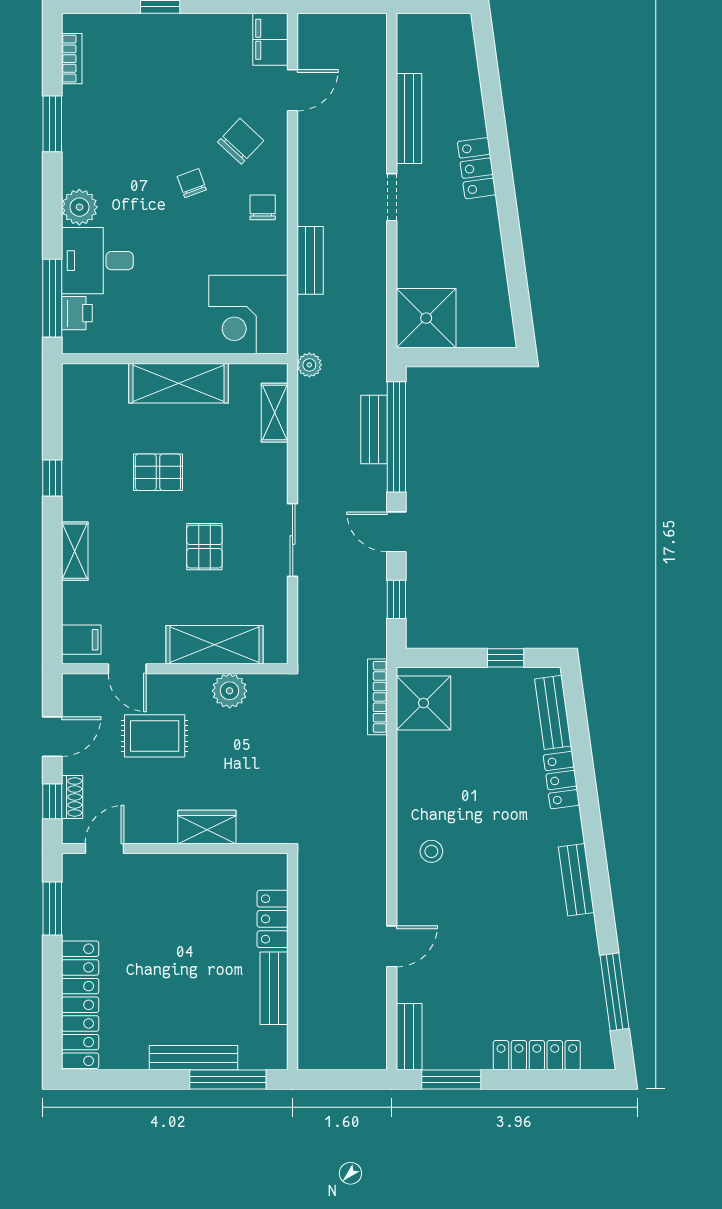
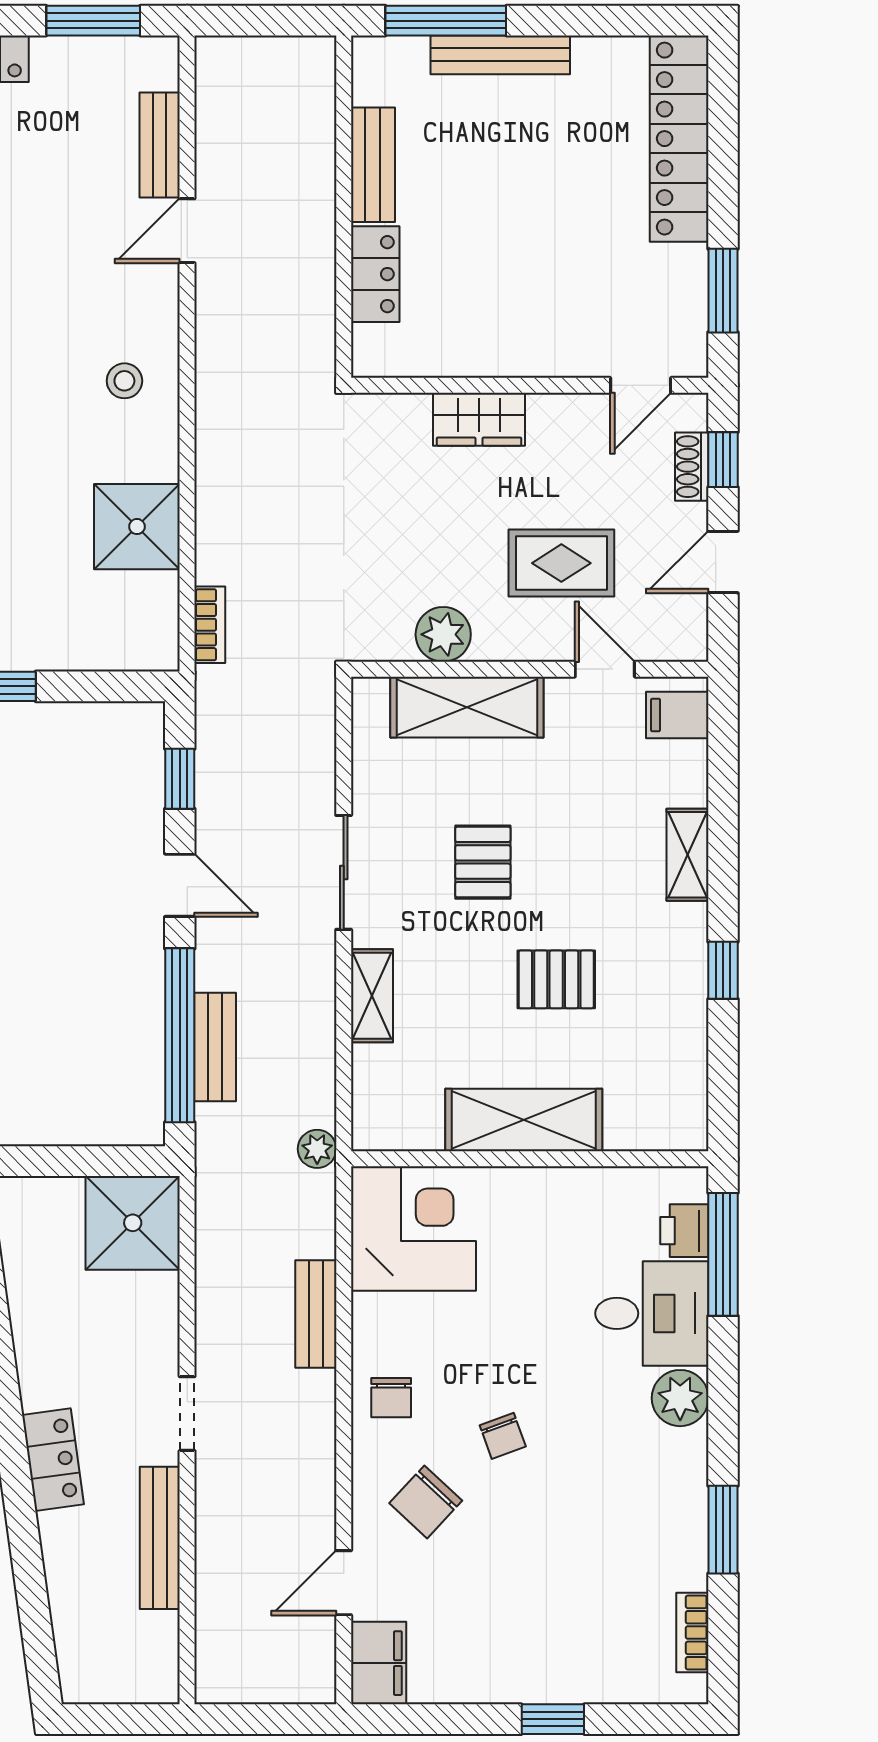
shelving: (275, 413) -> (372, 996), moved
bookcase: (377, 697) -> (210, 625), width x0.64
shower: (423, 703) -> (137, 527), moved
bench: (409, 1037) -> (160, 145), moved

